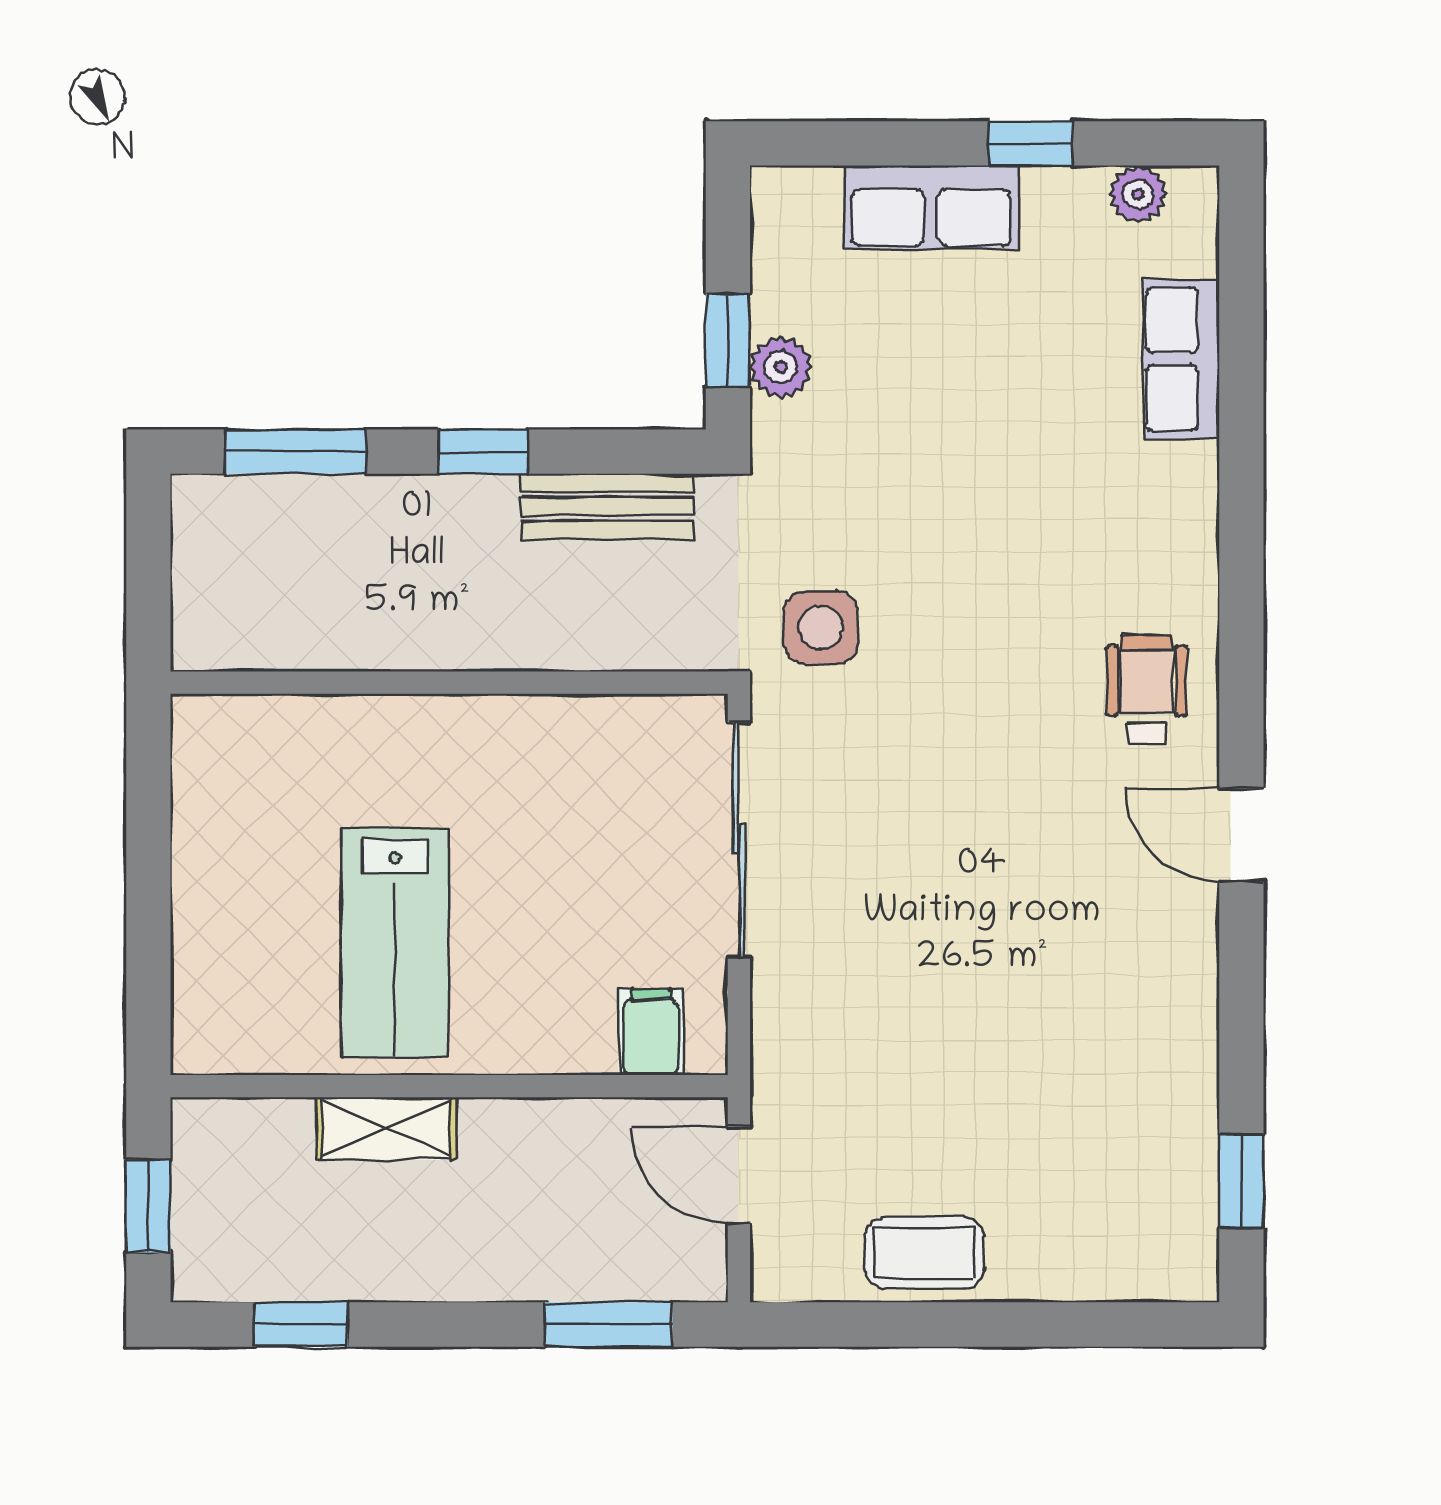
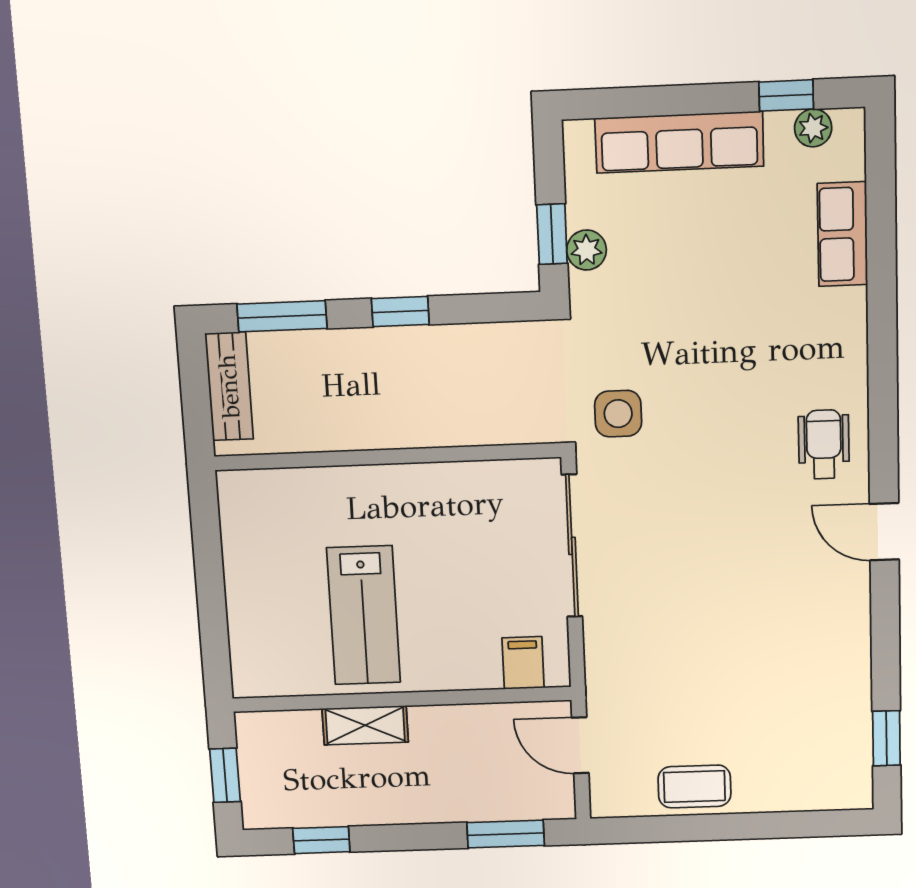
window: (1031, 143) -> (786, 95), moved
row of seats: (931, 207) -> (679, 142), width x1.48
bench: (607, 506) -> (229, 386), moved, turned 90

